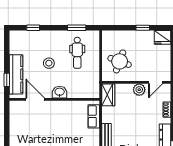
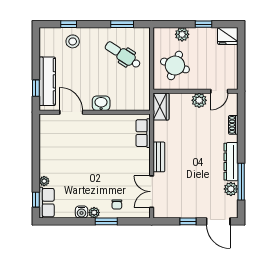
plant: (125, 36) -> (182, 34), added
dental chair: (77, 53) -> (123, 55), turned 123
stool: (49, 63) -> (73, 41), moved

